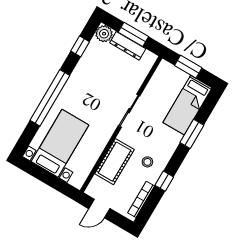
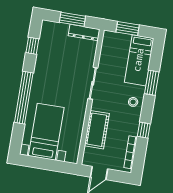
plant: (104, 34) -> (48, 28), removed
dresser: (128, 46) -> (84, 32), moved
stool: (147, 162) -> (133, 102), moved

